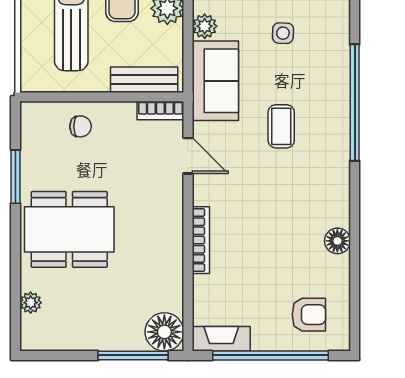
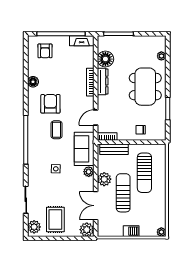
door: (188, 156) -> (96, 118), hinge flipped
armchair: (296, 188) -> (50, 104), added
dining table: (69, 229) -> (145, 87), turned 90
dresser: (171, 242) -> (103, 81), added
armchair: (309, 315) -> (45, 51), turned -90
floor lamp: (164, 332) -> (105, 59), moved

